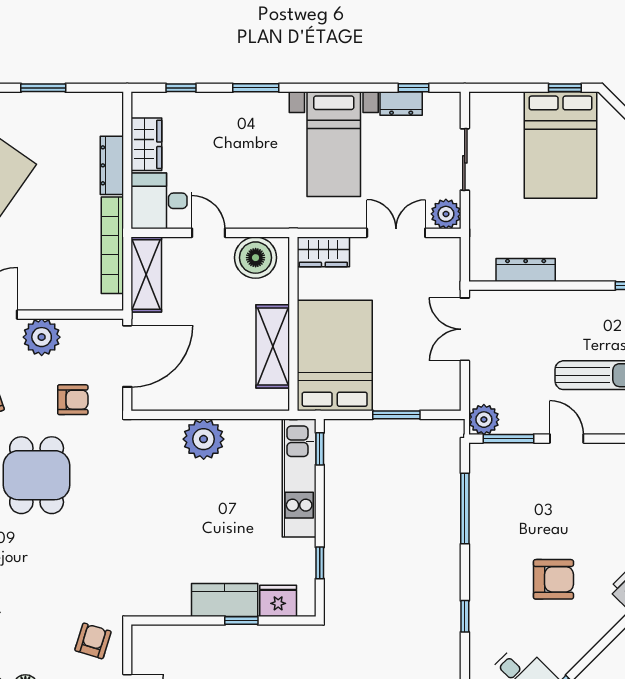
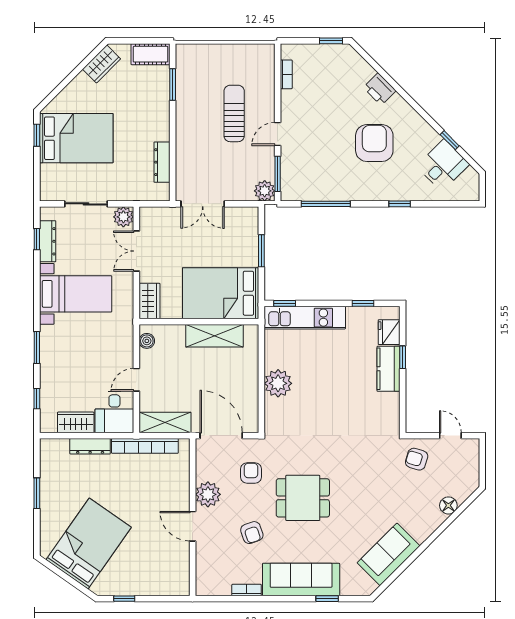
dresser: (401, 104) -> (48, 241), width x1.44
boiler: (256, 258) -> (147, 341), width x0.54, depth x0.54
armchair: (553, 579) -> (374, 143), width x1.36, depth x1.36

